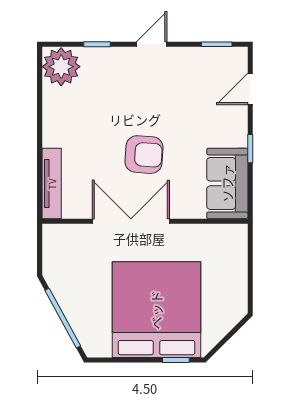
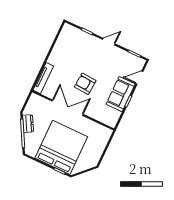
plant: (61, 67) -> (69, 34), removed
armchair: (144, 155) -> (85, 84), turned 180
sofa: (227, 183) -> (121, 94), moved
dresser: (64, 293) -> (28, 124), added

